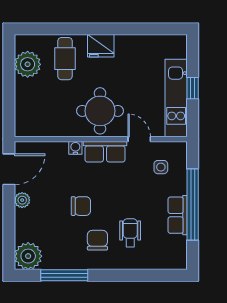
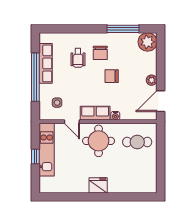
cafe table: (65, 59) -> (137, 142), moved, turned 90
plant: (28, 64) -> (148, 173), removed
row of seats: (178, 215) -> (46, 63), width x1.48

